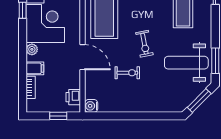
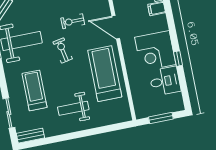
plant: (32, 49) -> (163, 25), removed

